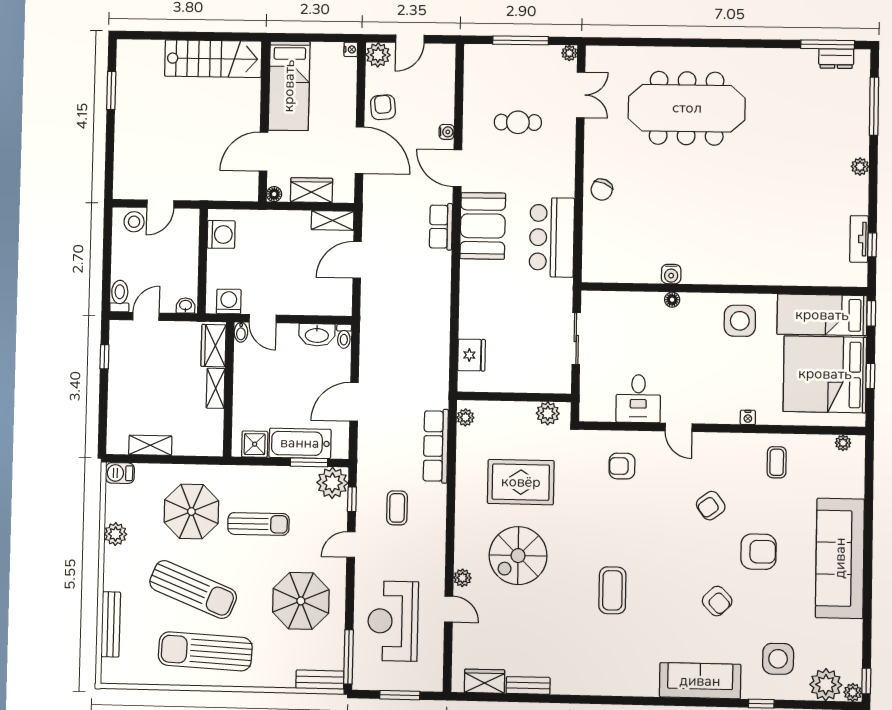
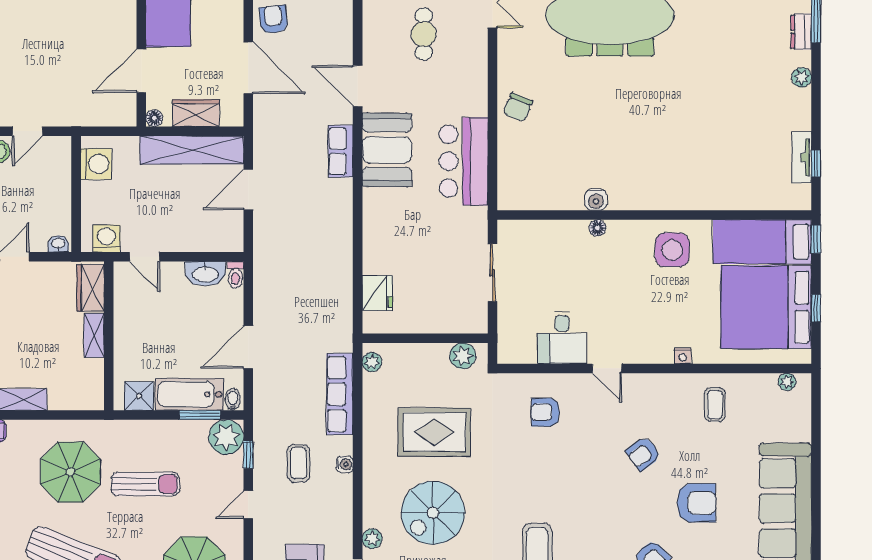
cafe table: (518, 122) -> (424, 34), turned 90
dresser: (860, 125) -> (801, 32), added
water cooler: (447, 132) -> (345, 464), moved
shelving: (333, 220) -> (192, 150), width x2.20, depth x1.33
bidet: (241, 332) -> (233, 399), moved, turned 180

